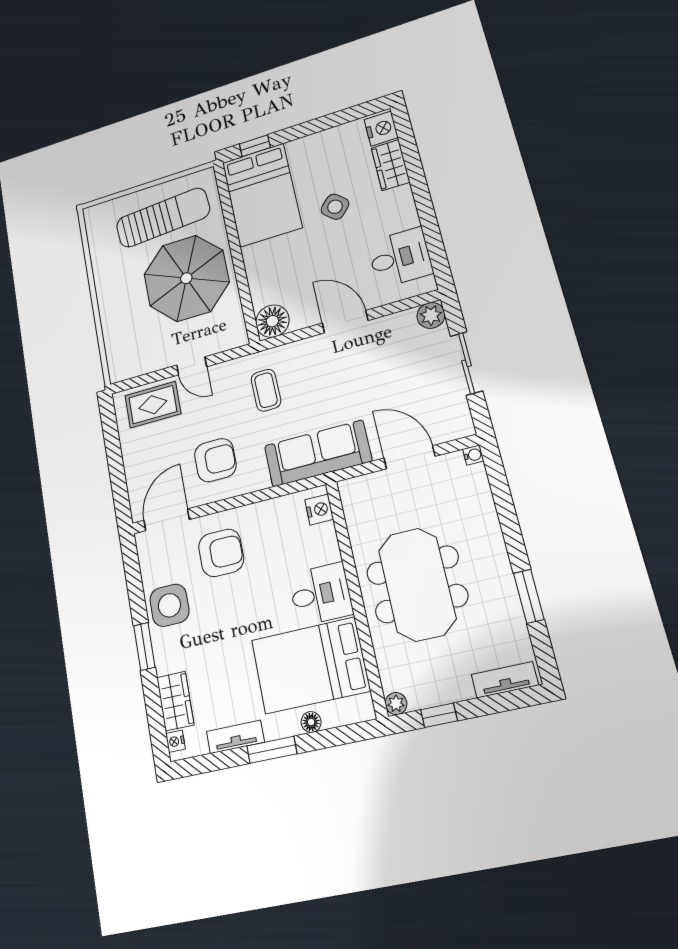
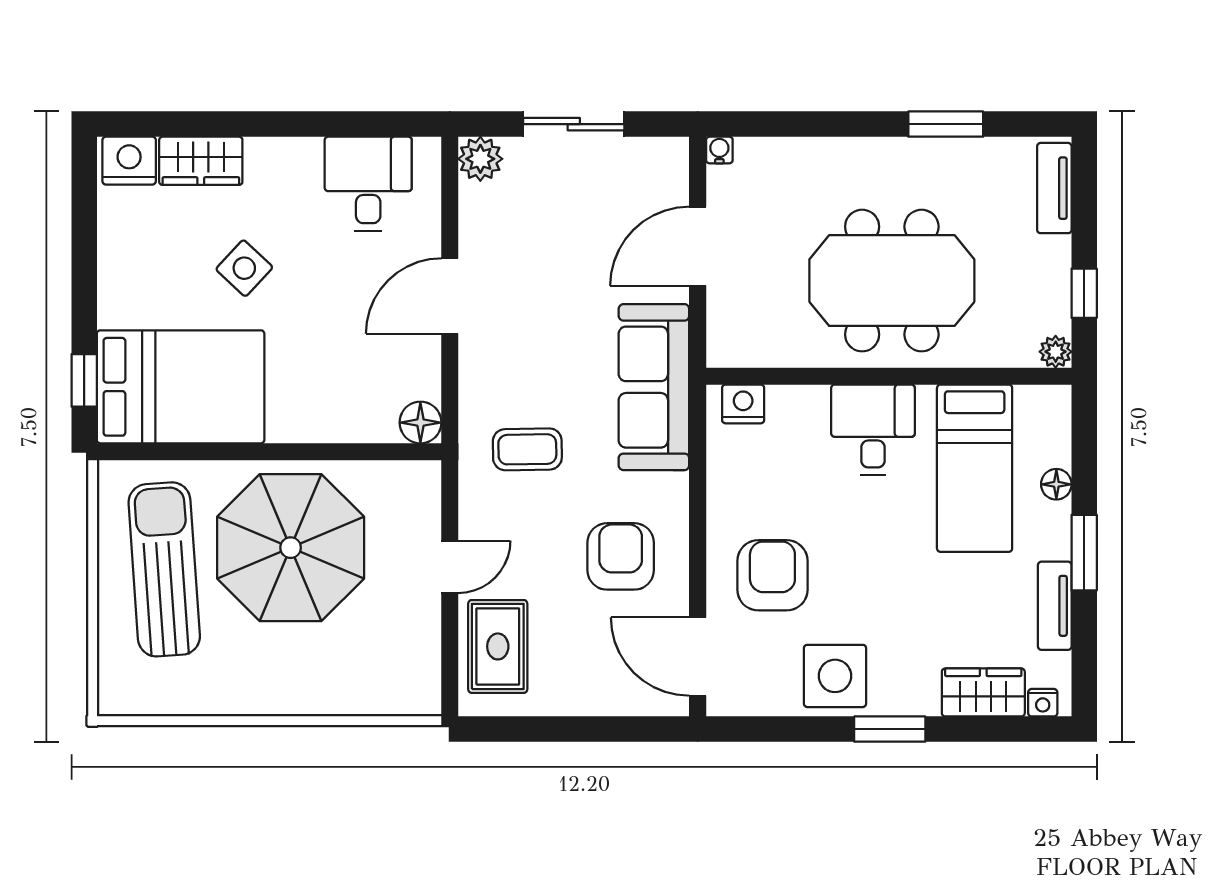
floor lamp: (272, 321) -> (420, 423), width x0.73, depth x0.73
bed: (310, 665) -> (975, 468), width x0.67

